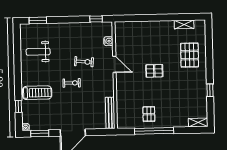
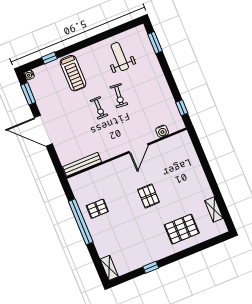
exercise bike: (84, 62) -> (119, 96), moved

